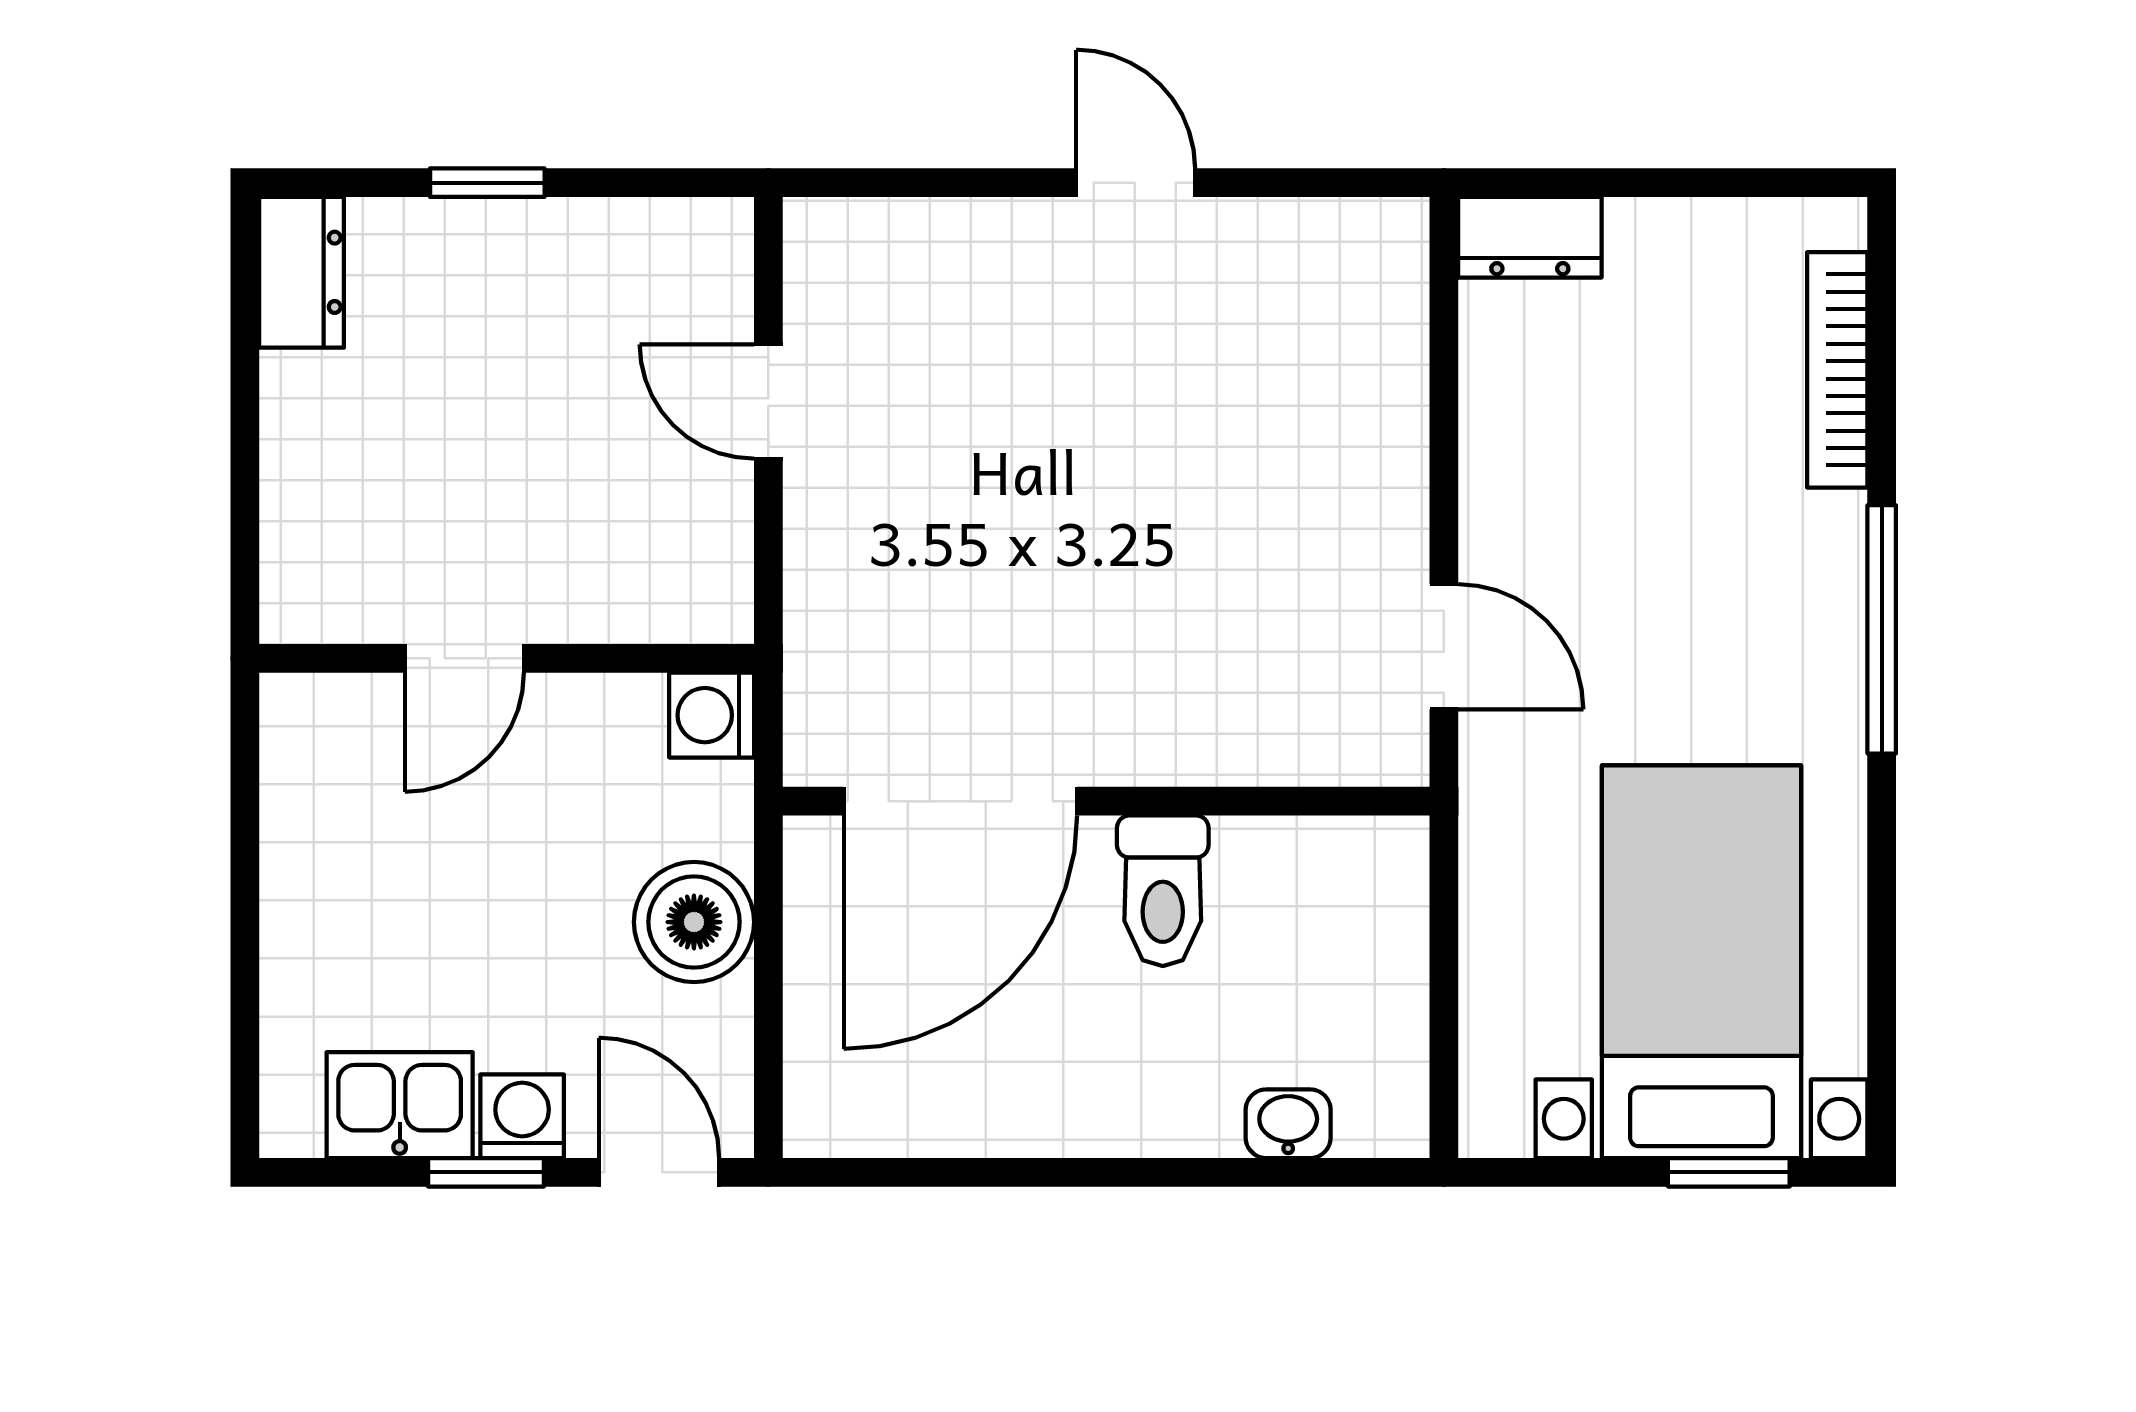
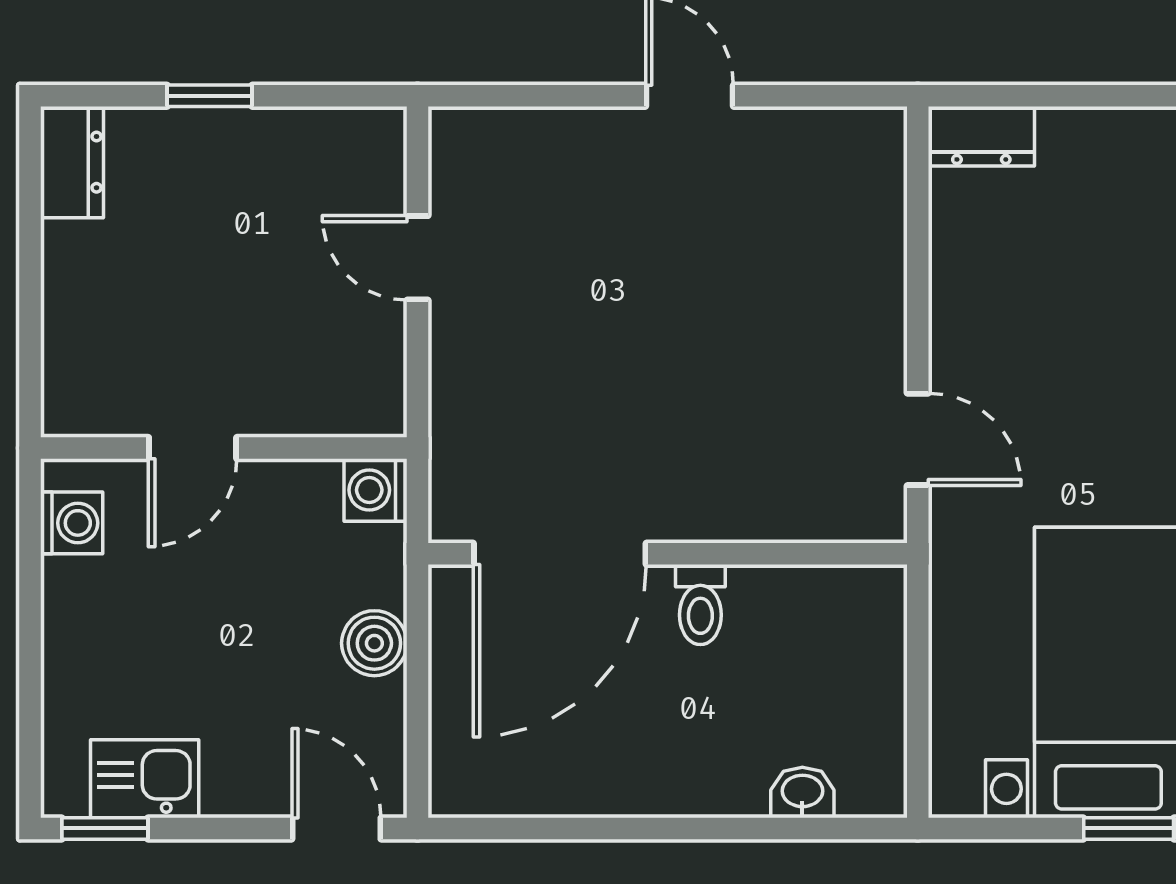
toilet: (1163, 891) -> (700, 605), width x0.73, depth x0.72
boiler: (694, 922) -> (374, 643), width x0.73, depth x0.73
washing machine: (522, 1116) -> (72, 523), moved, turned 90
window: (486, 1172) -> (105, 828), moved

